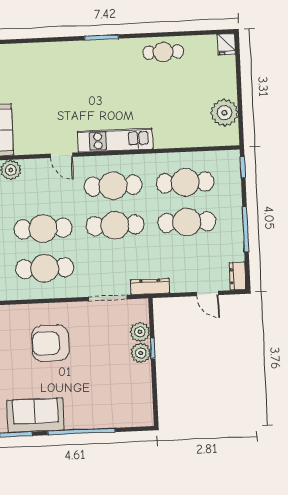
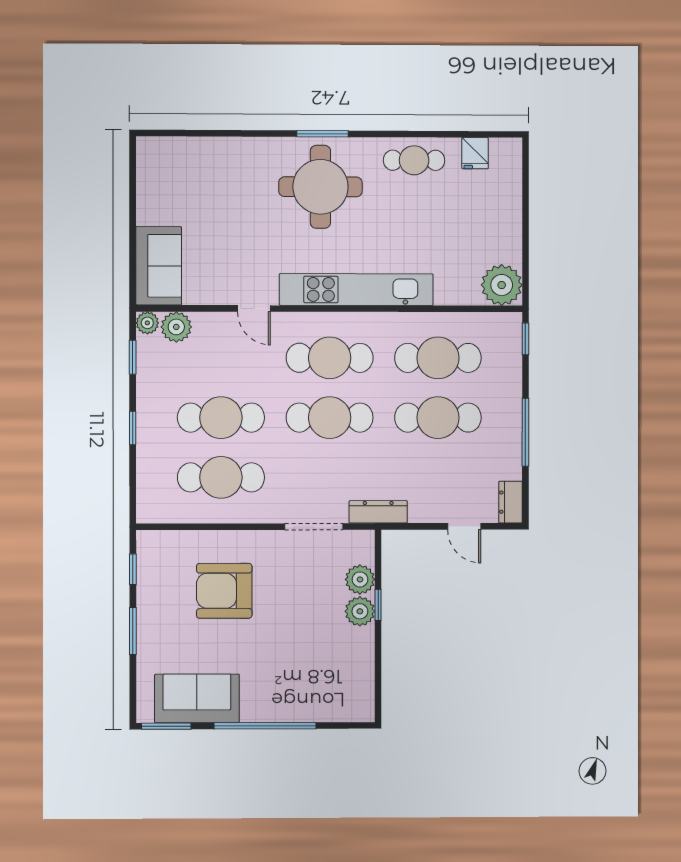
fridge: (226, 44) -> (475, 153), moved
round table: (102, 73) -> (320, 187), added
plant: (224, 113) -> (502, 285), moved
kitchen unit: (115, 140) -> (356, 290), width x1.36

